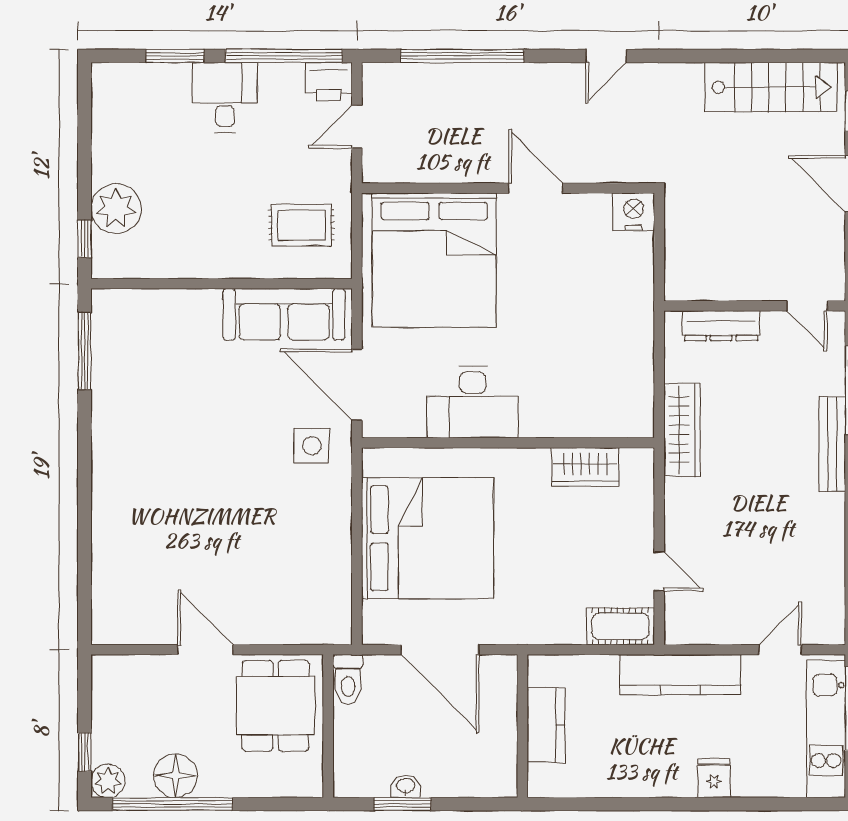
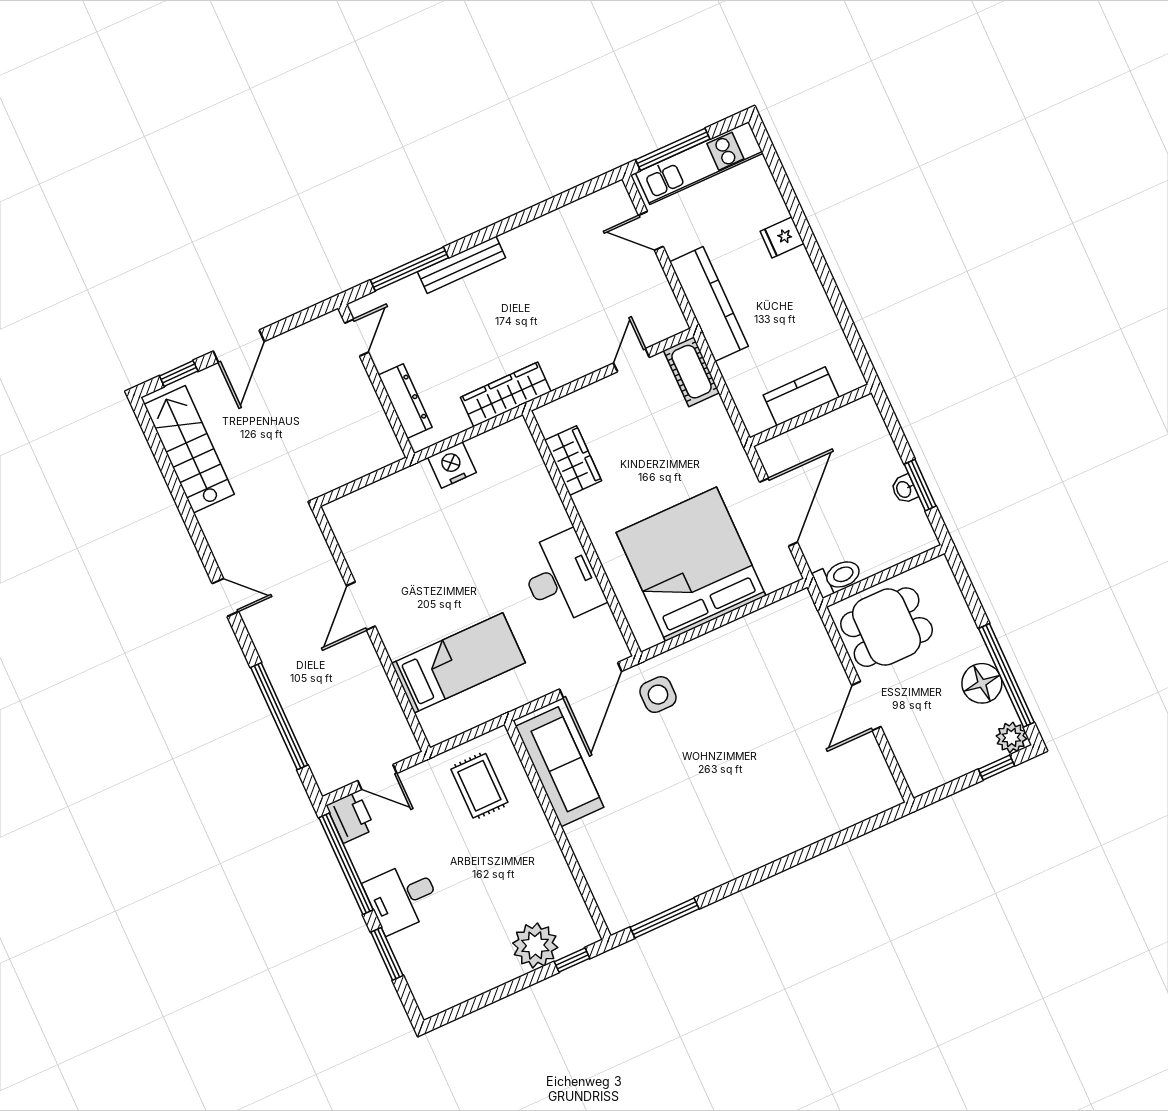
nightstand: (634, 212) -> (452, 465), moved, turned 90
bed: (434, 260) -> (458, 663), width x0.49

